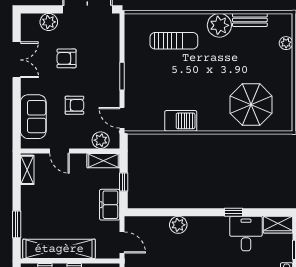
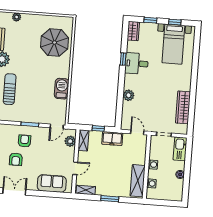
armchair: (74, 105) -> (24, 141), moved
window: (17, 224) -> (110, 199), moved
desk: (246, 234) -> (137, 63), moved
door: (122, 242) -> (137, 132), hinge flipped
shelving: (59, 249) -> (138, 181), width x0.68

